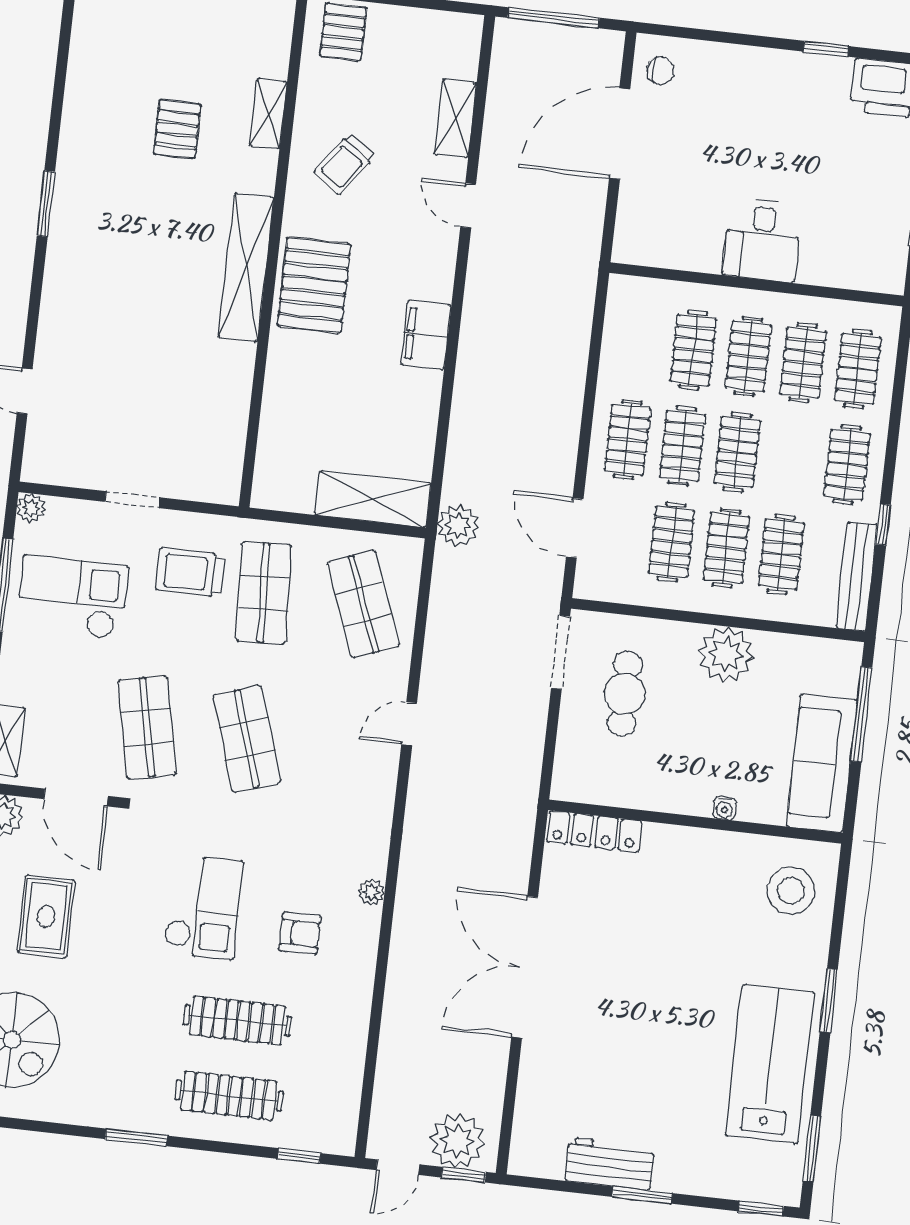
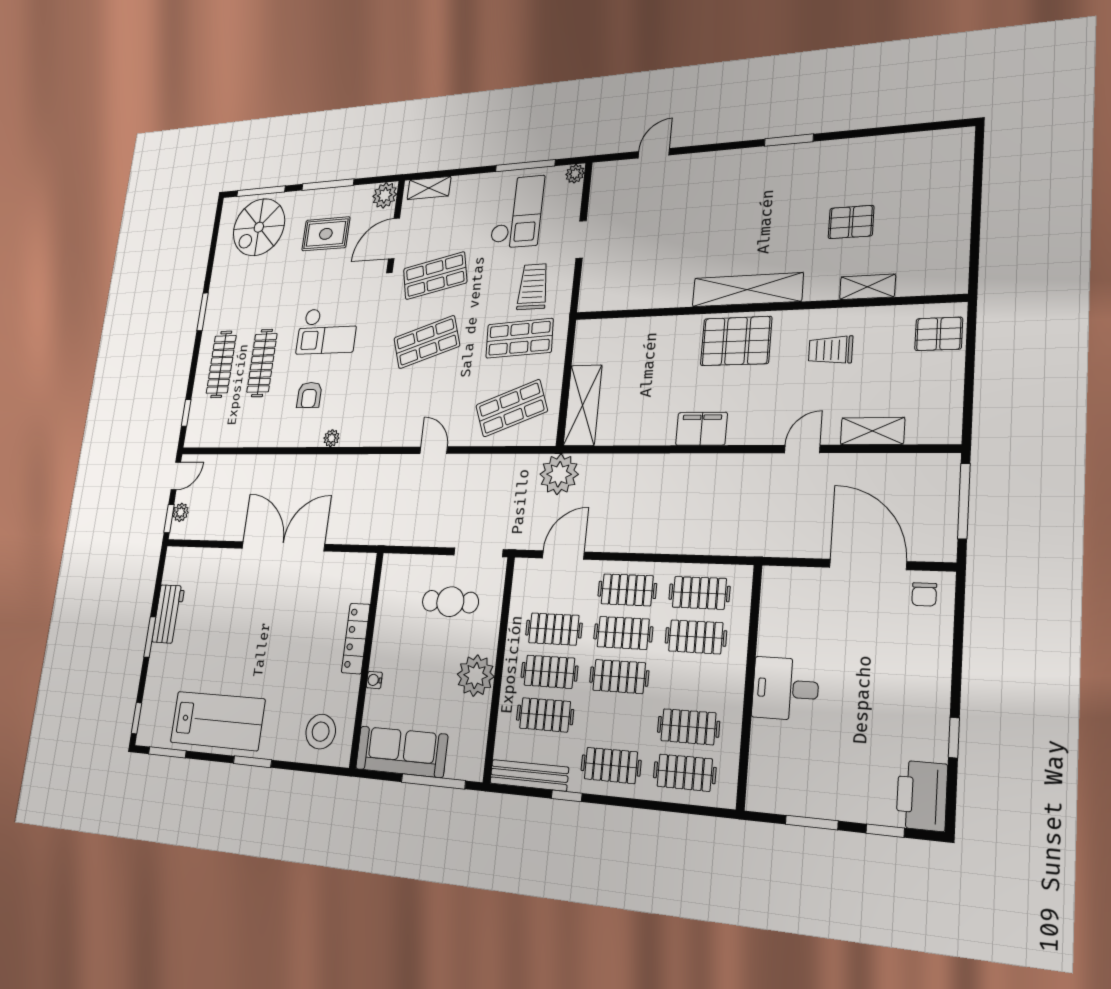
trolley: (344, 164) -> (831, 350), turned -36
clothes rail: (748, 356) -> (699, 593), moved
plant: (458, 525) -> (559, 474), width x1.36, depth x1.36
locker: (594, 832) -> (356, 638), moved
plant: (458, 1141) -> (181, 512), width x0.53, depth x0.53
door: (398, 1167) -> (176, 476), swing flipped

